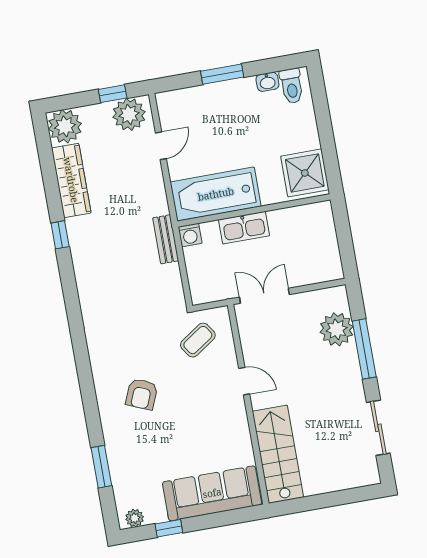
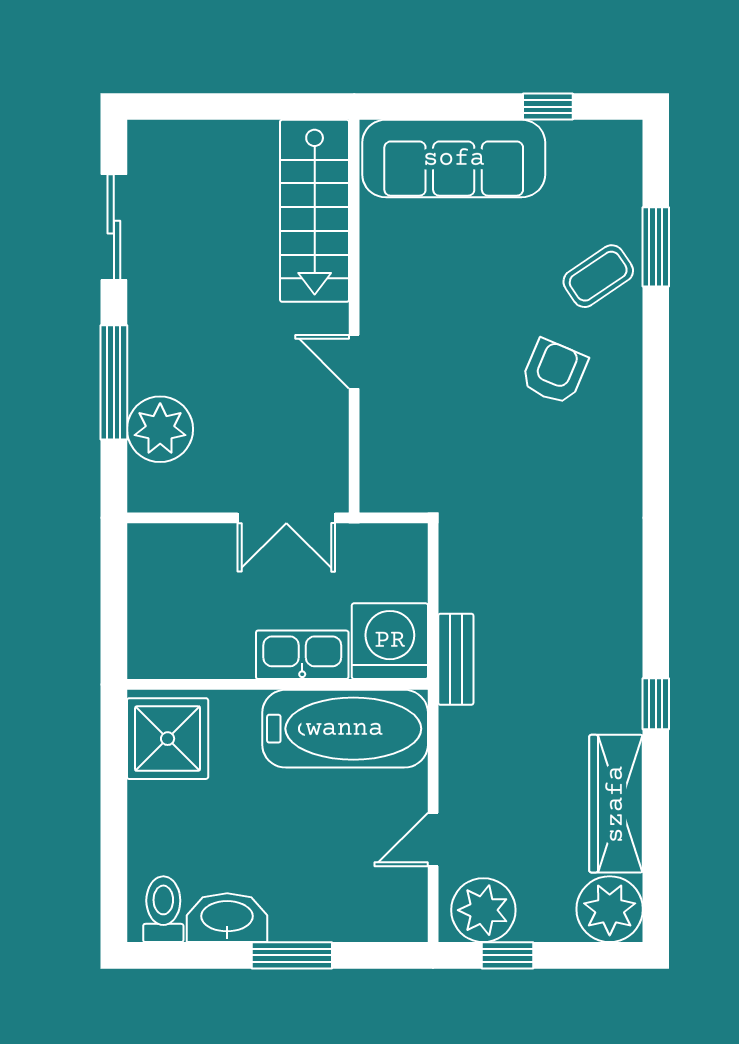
washbasin: (267, 82) -> (227, 918), width x1.91, depth x1.45
washing machine: (190, 235) -> (390, 641), width x1.89, depth x1.89
coffee table: (198, 340) -> (598, 276), moved
plant: (135, 518) -> (610, 137), removed

